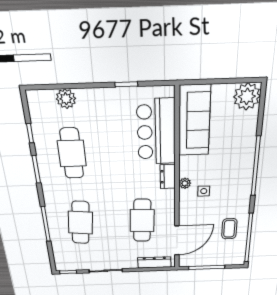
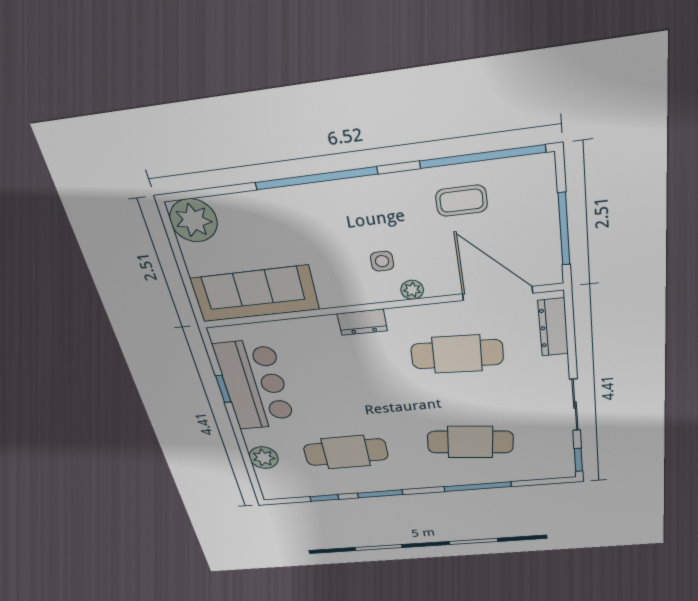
bar counter: (156, 132) -> (255, 385), moved, turned -90
plant: (185, 183) -> (412, 290), moved

